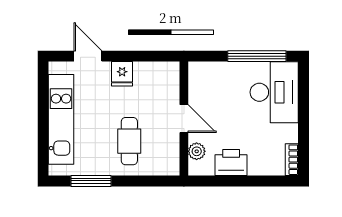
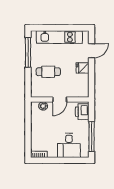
desk: (274, 92) -> (69, 145), width x0.73
printer: (231, 163) -> (82, 112), moved, turned 180
window: (91, 181) -> (28, 52), width x1.44

